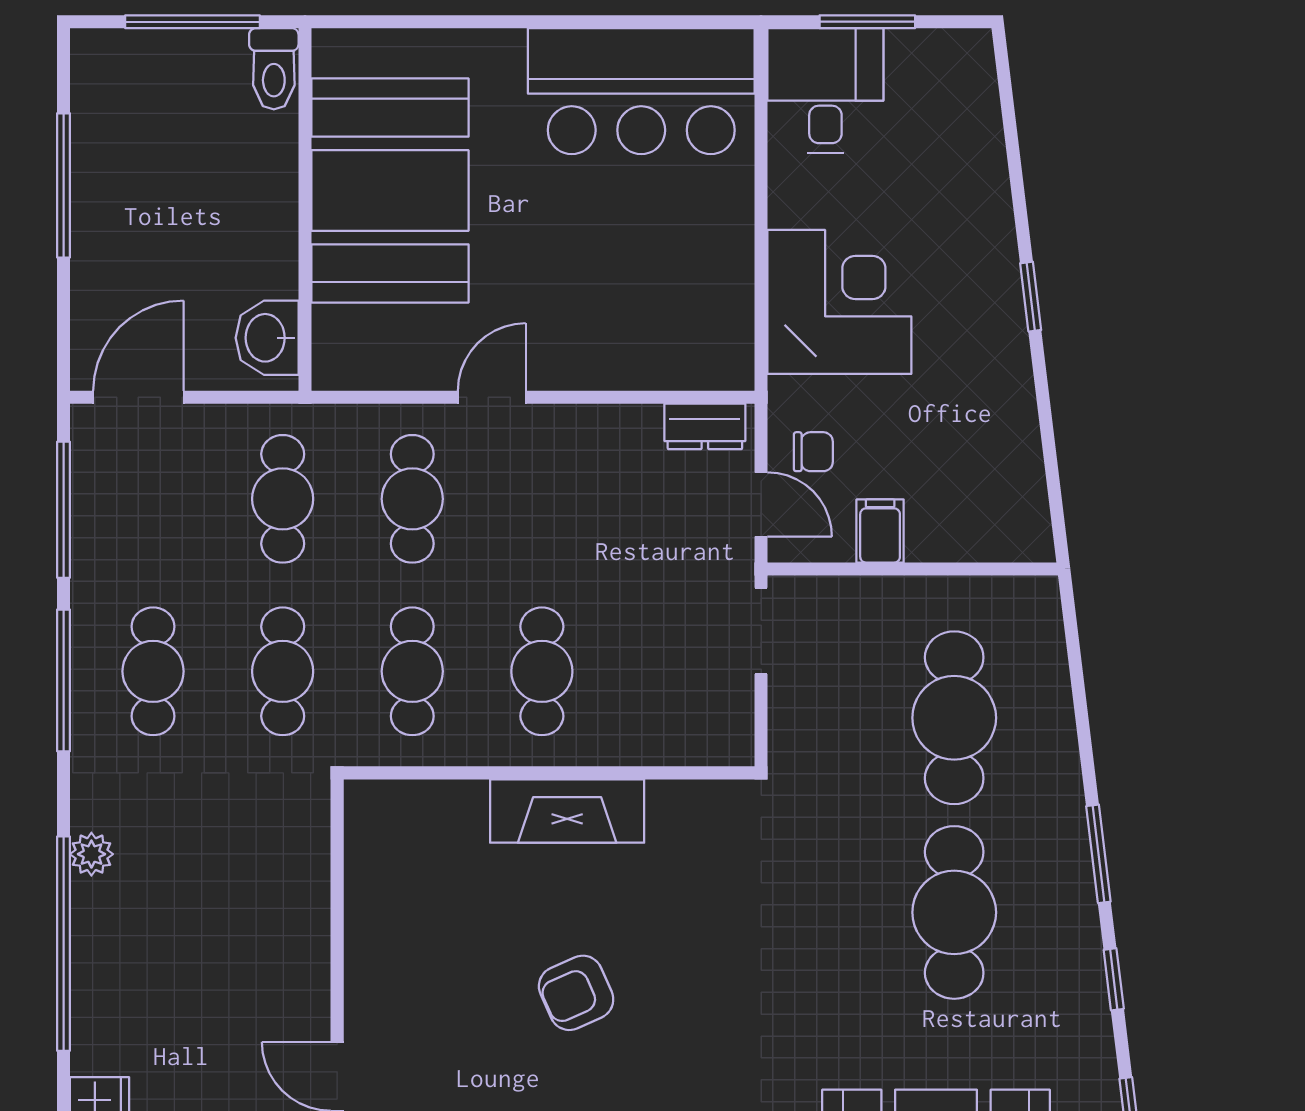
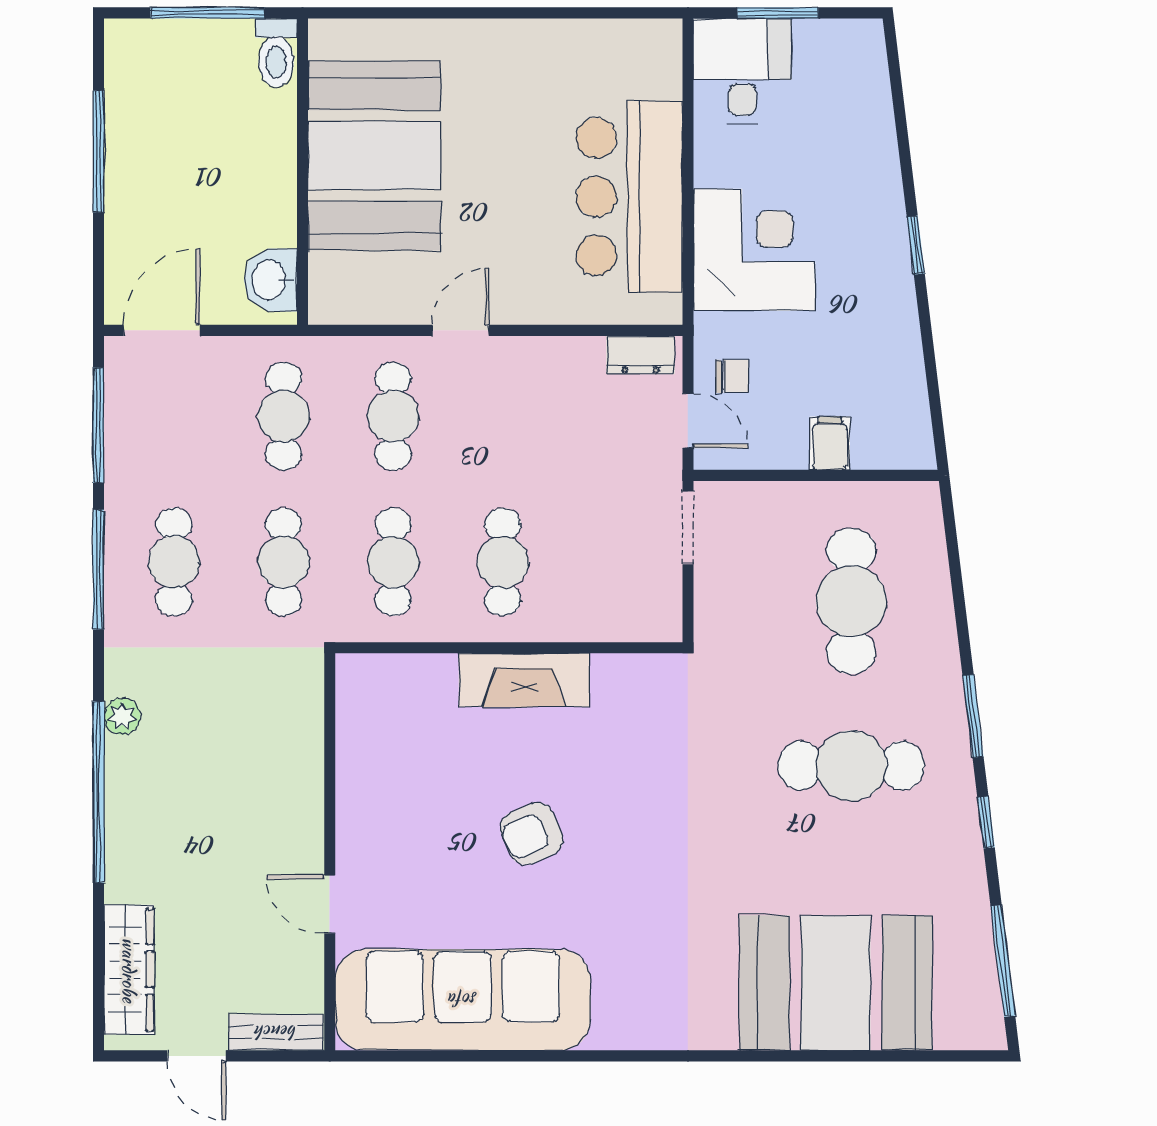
bar counter: (641, 91) -> (629, 197), moved, turned 90
filing cabinet: (880, 531) -> (830, 443), moved
cafe table: (954, 912) -> (851, 766), turned 90

